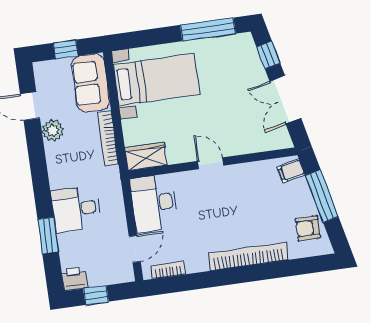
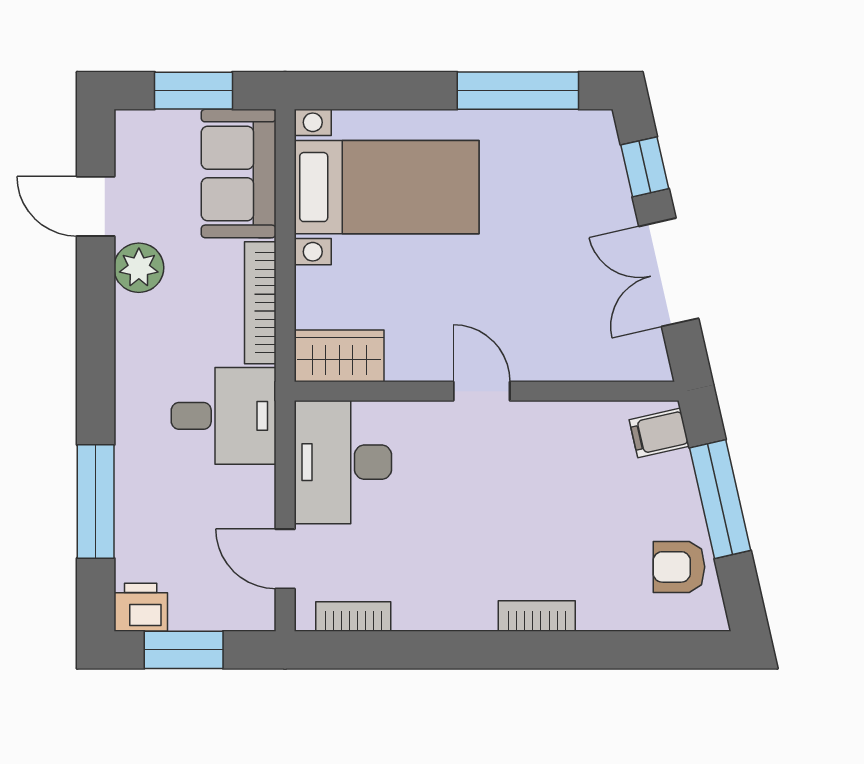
window: (66, 49) -> (193, 91), width x1.50
desk: (76, 209) -> (224, 416), moved, turned 180
window: (48, 235) -> (96, 502), width x1.44
door: (135, 249) -> (285, 559), swing flipped
bookcase: (248, 256) -> (537, 616), width x0.43, depth x0.76
window: (96, 295) -> (184, 650), width x1.50

